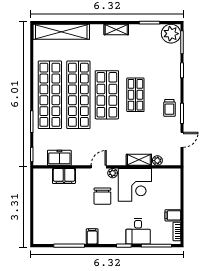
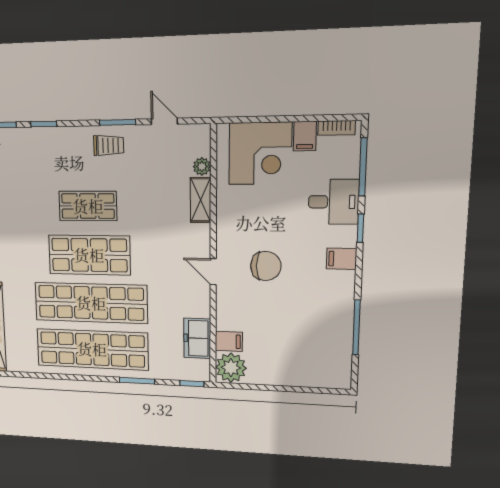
plant: (113, 173) -> (231, 368), moved, width x1.87, depth x1.87
filing cabinet: (64, 176) -> (229, 341), width x0.50
corner desk: (135, 185) -> (260, 154), moved, turned 90
filing cabinet: (92, 236) -> (342, 259), moved

